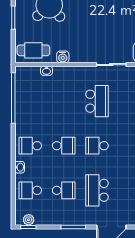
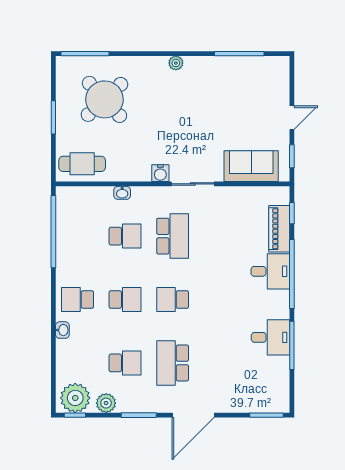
water cooler: (63, 57) -> (160, 173), moved
washbasin: (46, 71) -> (122, 193), moved
school desk: (30, 190) -> (125, 236), moved, turned 180
plant: (50, 219) -> (106, 403), added
plant: (29, 220) -> (75, 398), width x1.88, depth x1.88

